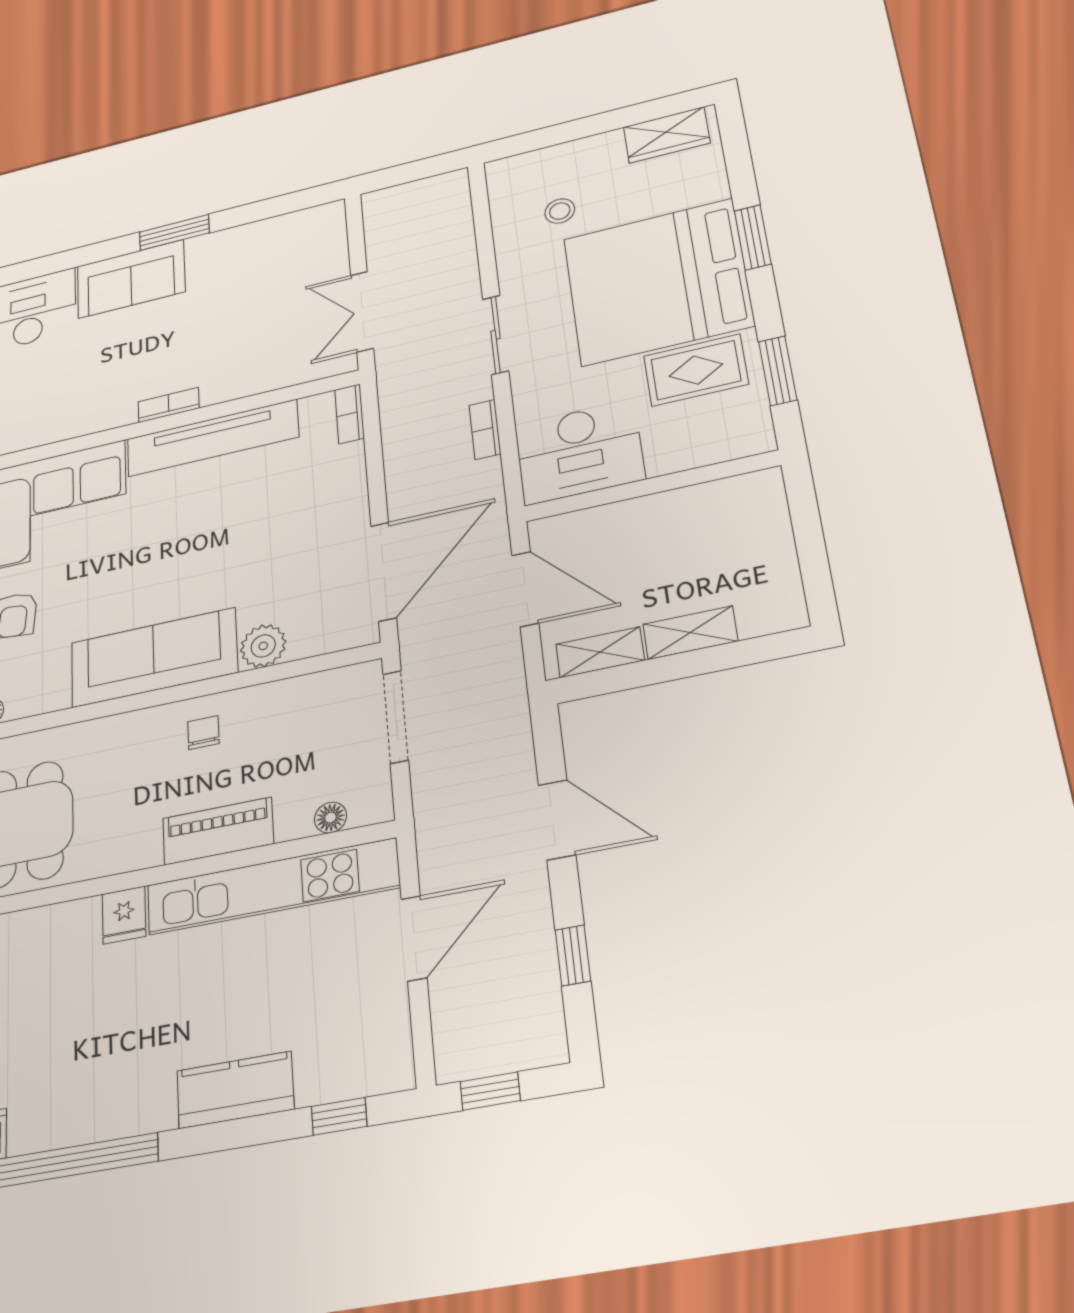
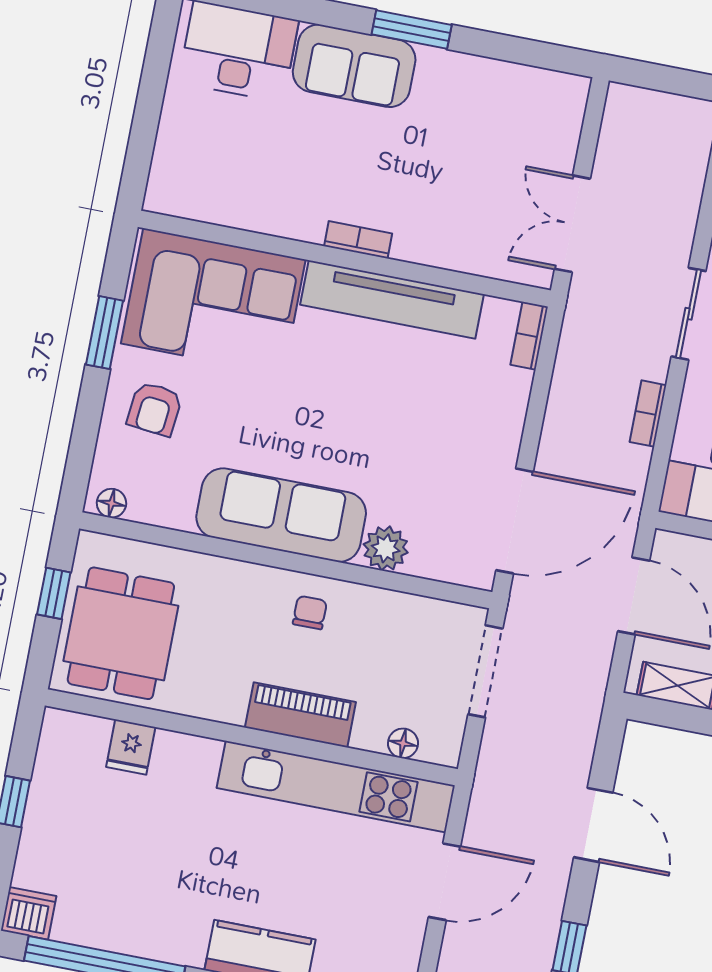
fridge: (124, 915) -> (131, 747), moved

